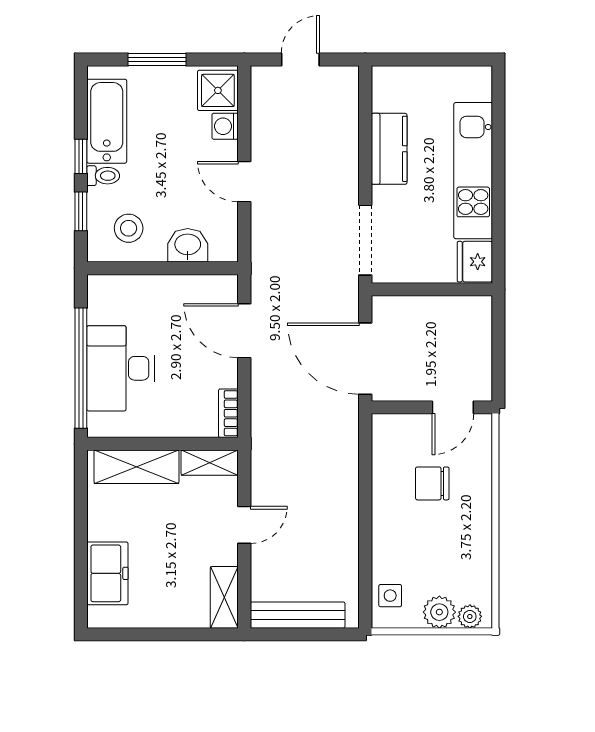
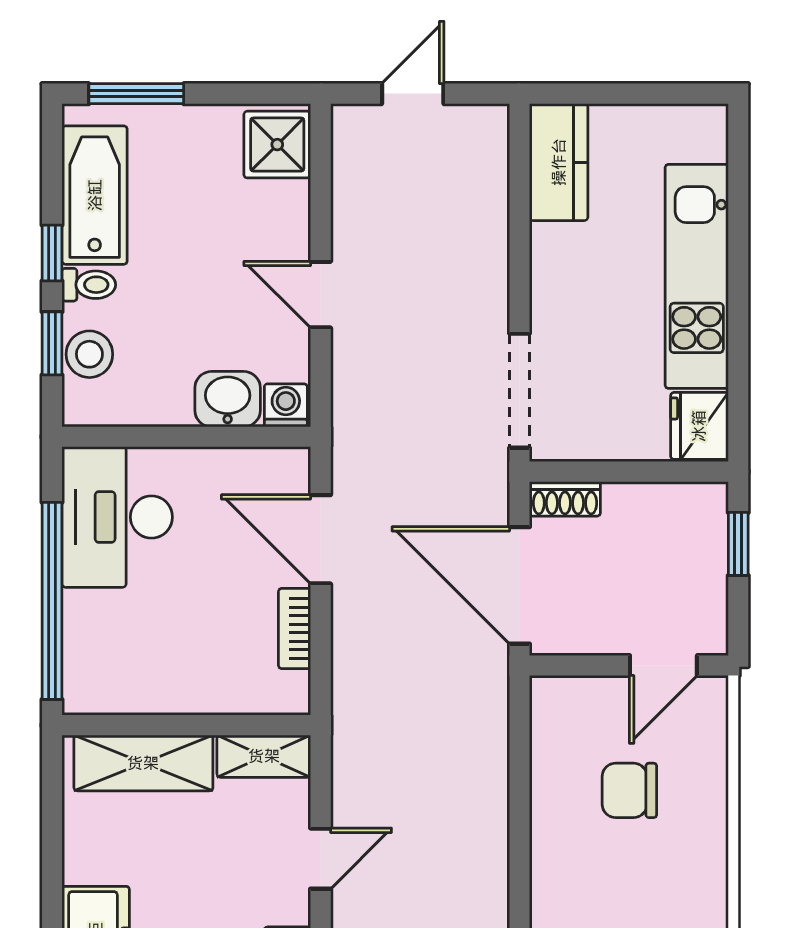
window: (157, 59) -> (136, 94), moved
washing machine: (225, 126) -> (286, 405), moved, turned 90
kitchen counter: (389, 149) -> (559, 162), moved
stool: (129, 228) -> (89, 354), moved
shoe rack: (393, 306) -> (565, 499), added
window: (498, 333) -> (738, 544), added
desk: (121, 368) -> (117, 517), moved
bookcase: (228, 413) -> (295, 628), moved

